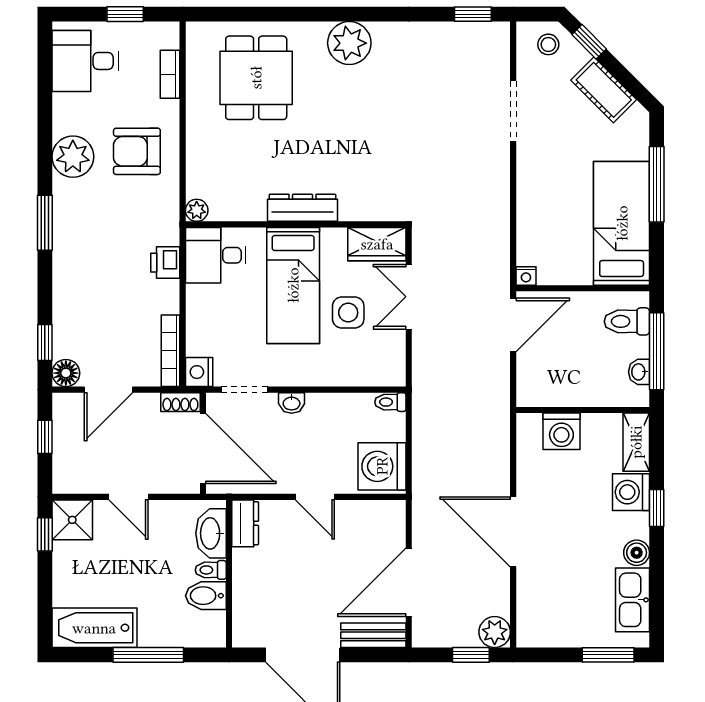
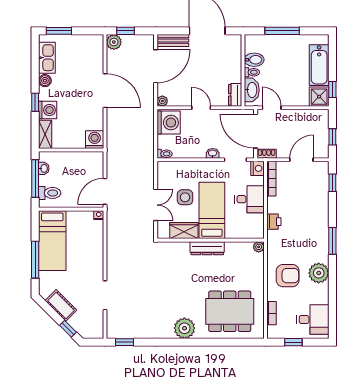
stool: (548, 44) -> (88, 327), removed
dining table: (256, 78) -> (230, 311), width x1.37
wardrobe: (377, 244) -> (184, 231), moved
desk: (216, 255) -> (249, 199), moved
floor lamp: (66, 373) -> (322, 168), removed
washing machine: (561, 431) -> (95, 140), moved
door: (128, 497) -> (272, 108), moved
plant: (395, 511) -> (162, 101), added
bathtub: (94, 628) -> (319, 65), moved, turned 90

